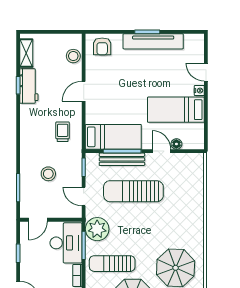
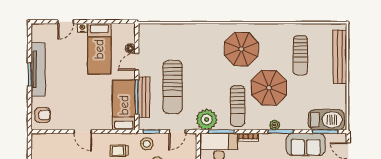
stool: (73, 56) -> (147, 144), moved

